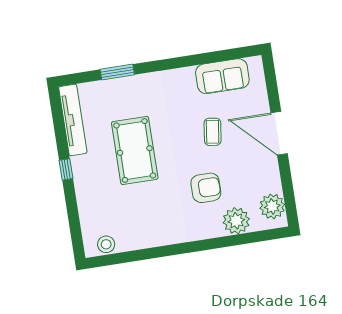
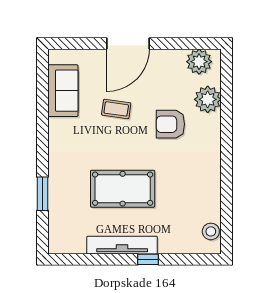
tv unit: (73, 120) -> (122, 245), moved
window: (66, 169) -> (148, 259), moved
armchair: (206, 188) -> (170, 124), turned -90

